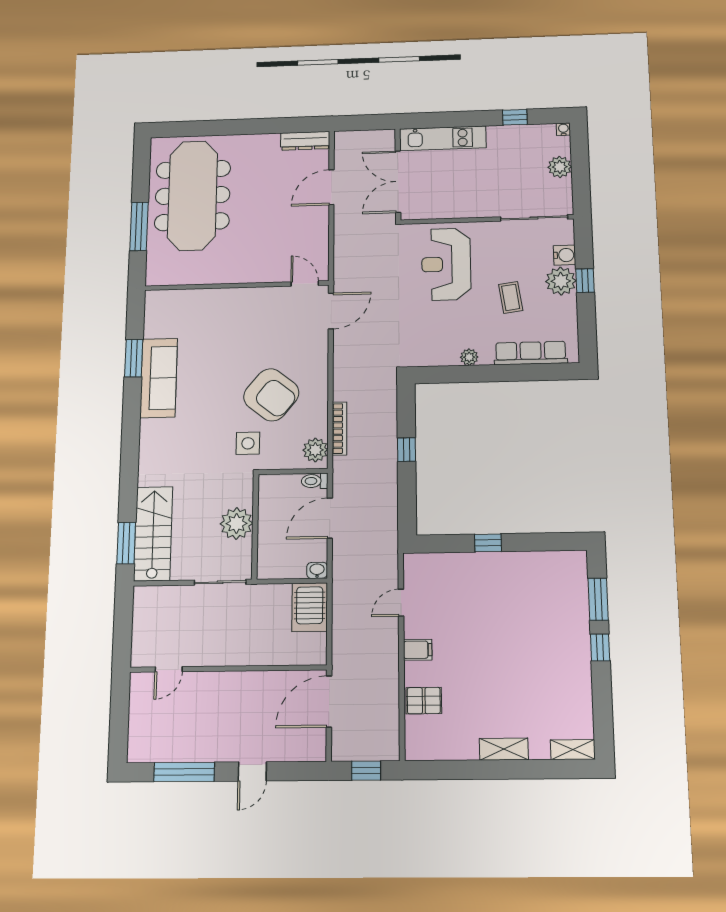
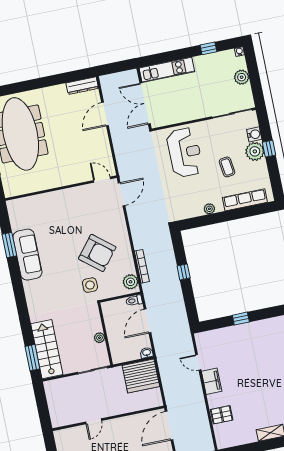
reception desk: (446, 264) -> (185, 152), turned 180
plant: (236, 523) -> (99, 338), width x0.53, depth x0.53
door: (401, 603) -> (198, 362), hinge flipped
server rack: (310, 607) -> (141, 376), width x1.60
filing cabinet: (418, 650) -> (212, 381), width x2.00
door: (169, 669) -> (94, 421), moved

